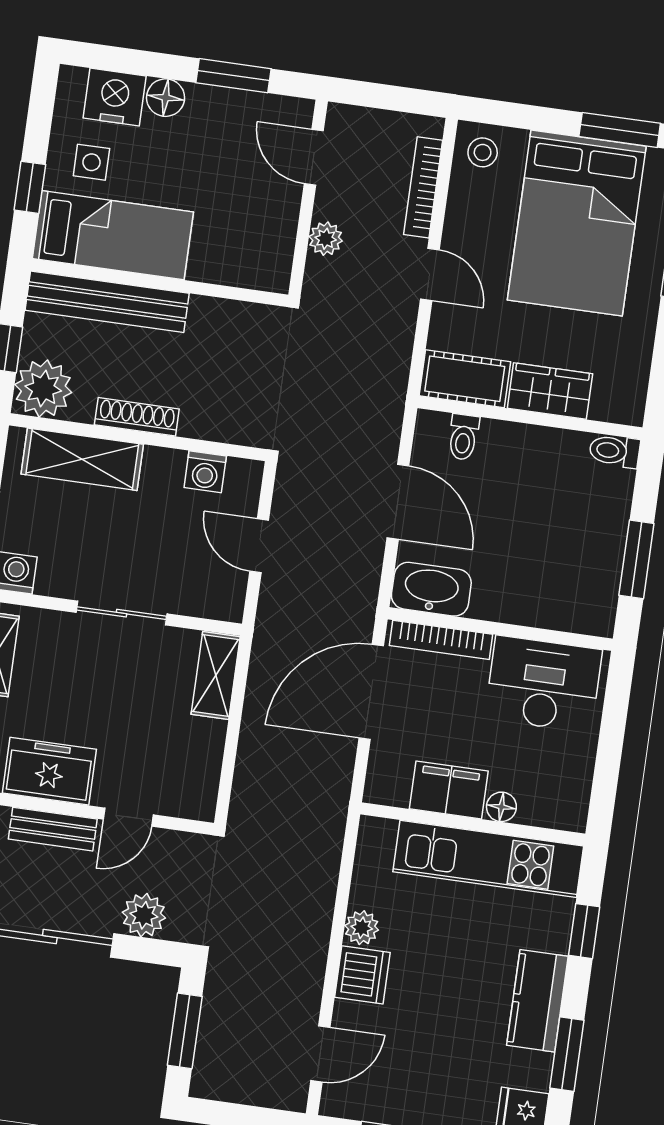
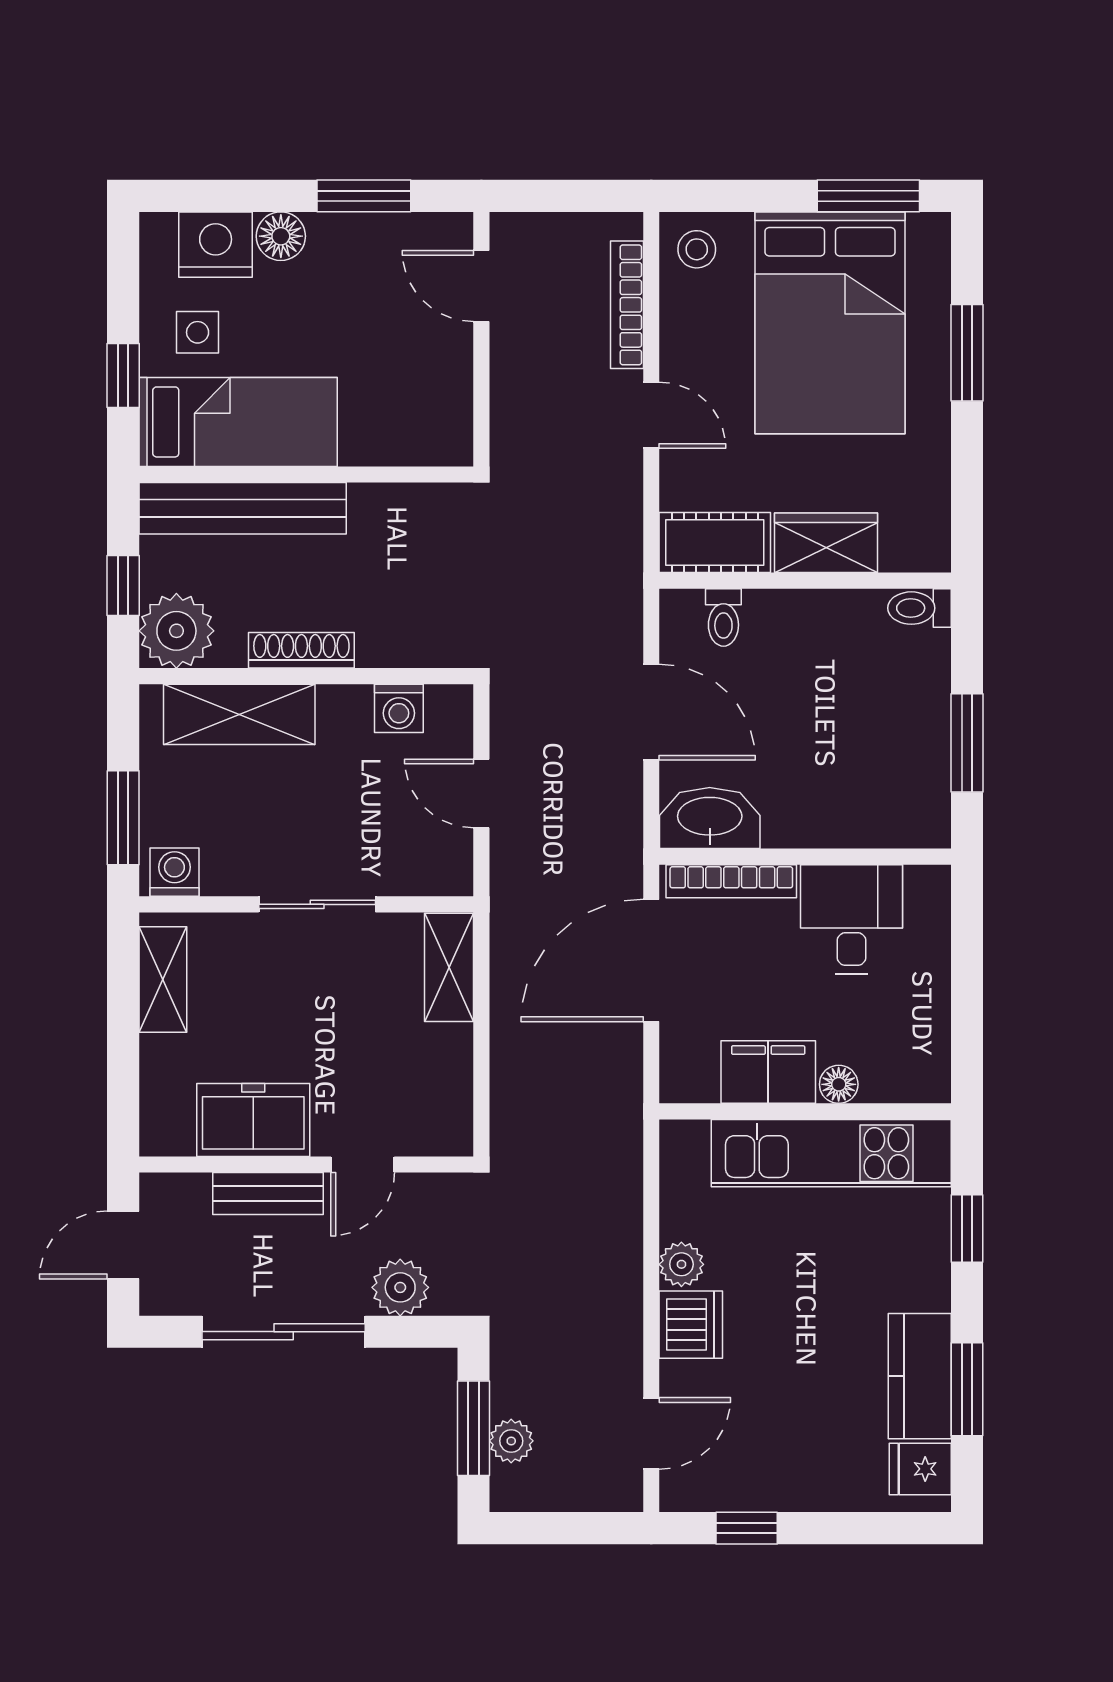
plant: (326, 239) -> (511, 1441), moved
desk: (543, 684) -> (852, 919), width x0.73
kitchen counter: (537, 1001) -> (920, 1376), moved

